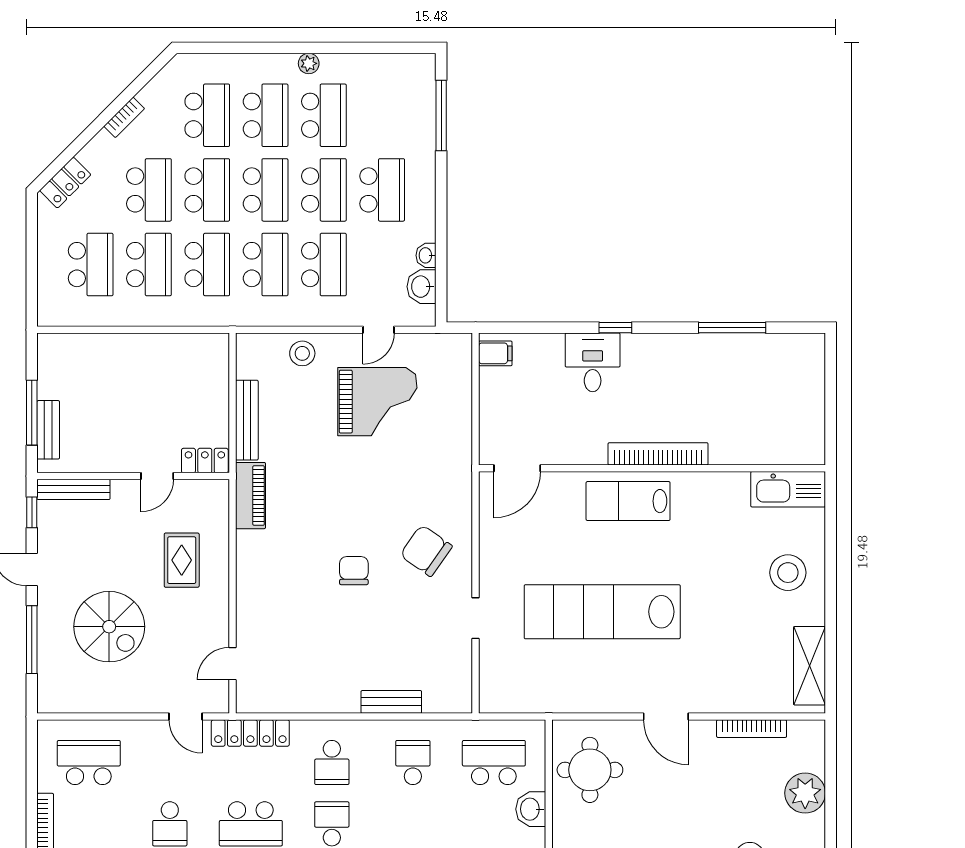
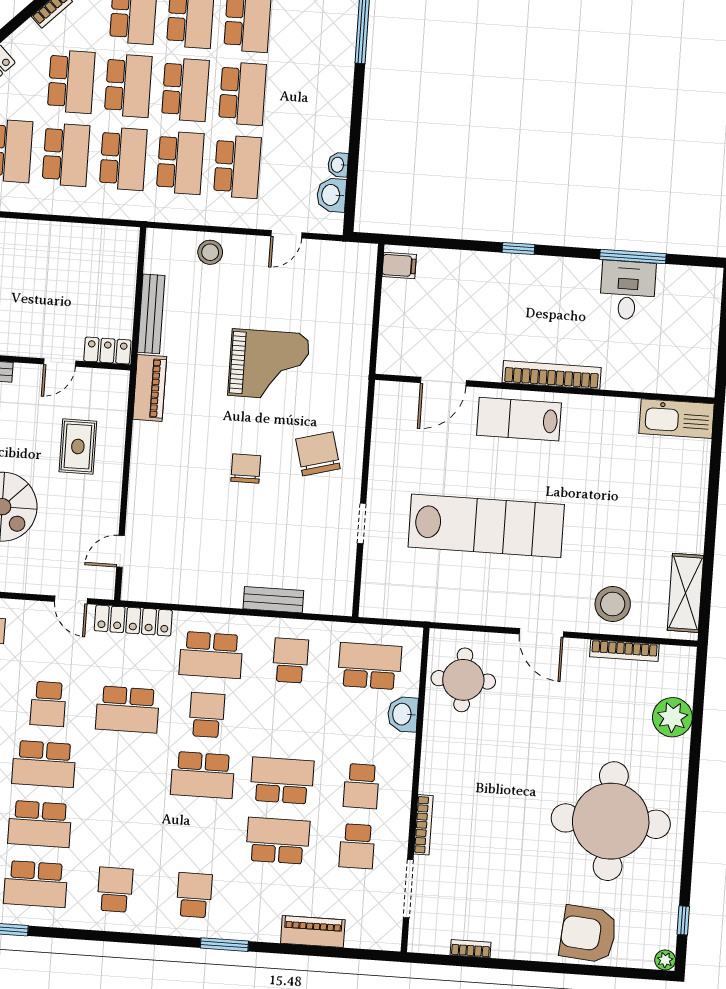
school desk: (382, 190) -> (300, 98), removed
desk: (593, 362) -> (628, 290), moved
grand piano: (377, 402) -> (269, 365), moved
door: (517, 468) -> (443, 382), moved
chair: (426, 551) -> (318, 454), turned 40
stool: (788, 573) -> (613, 604), moved
lab bench: (602, 612) -> (486, 526), turned 180
school desk: (332, 763) -> (211, 655), width x1.85

